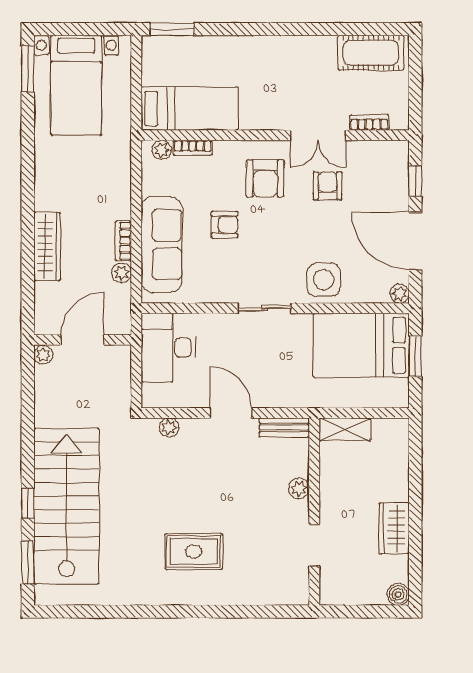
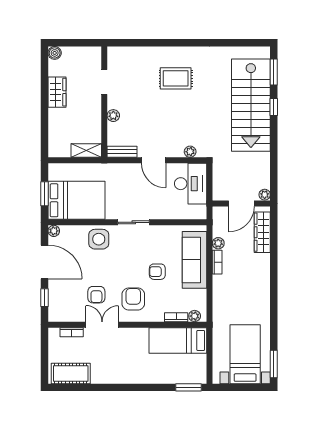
wardrobe: (47, 246) -> (262, 232), moved
desk: (168, 348) -> (191, 184), moved

